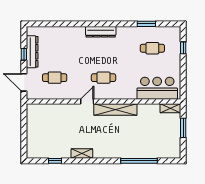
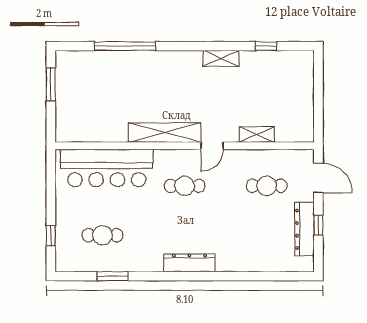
bar counter: (157, 88) -> (107, 168), width x1.36
shelving: (170, 108) -> (257, 135), moved
window: (183, 128) -> (51, 84), moved

